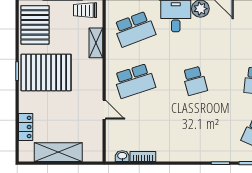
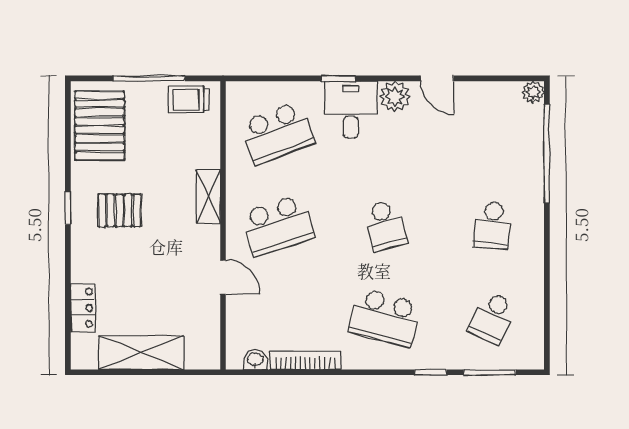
shelving: (96, 43) -> (208, 196), moved
pallet: (46, 72) -> (119, 210), width x0.49, depth x0.50
school desk: (195, 133) -> (385, 318), added
bookcase: (143, 156) -> (305, 360), width x1.56

